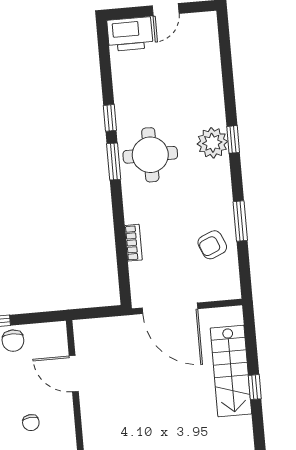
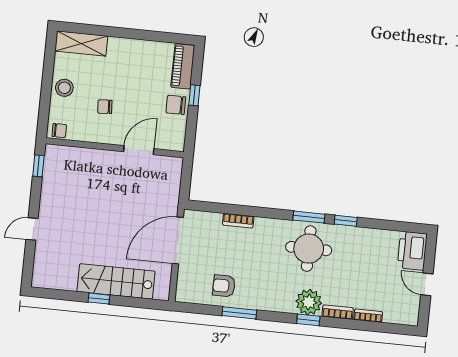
bookcase: (215, 71) -> (368, 316), added
bookcase: (218, 107) -> (338, 312), added
armchair: (212, 245) -> (224, 286), turned -67

